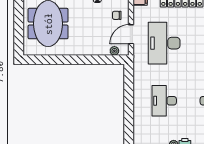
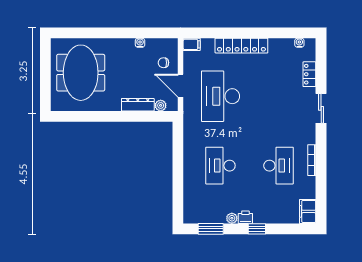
door: (131, 34) -> (181, 86), hinge flipped
dresser: (95, 50) -> (138, 105), added

